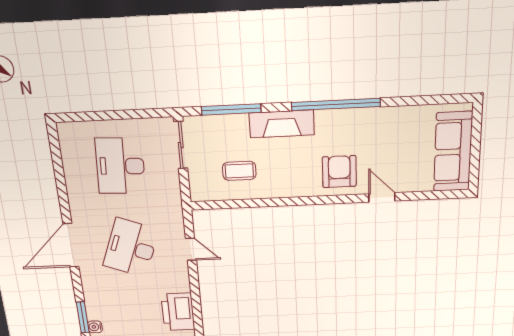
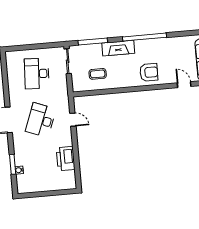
armchair: (339, 172) -> (149, 72), turned 90
door: (382, 197) -> (184, 85), moved

